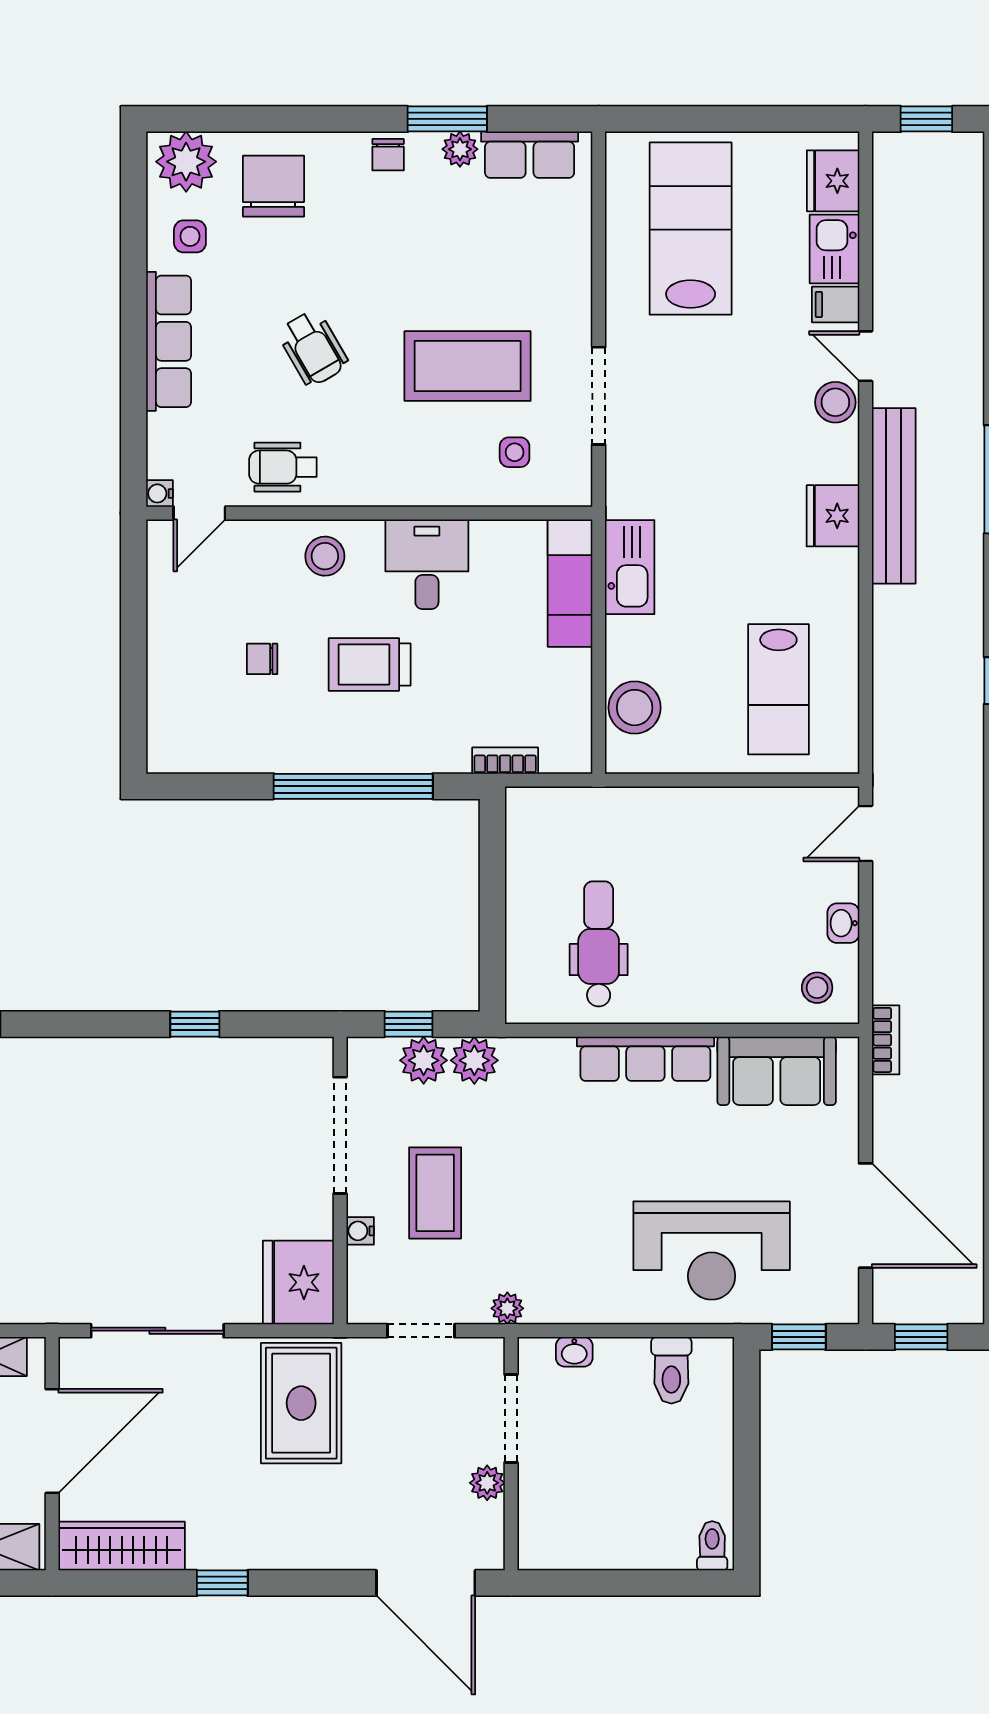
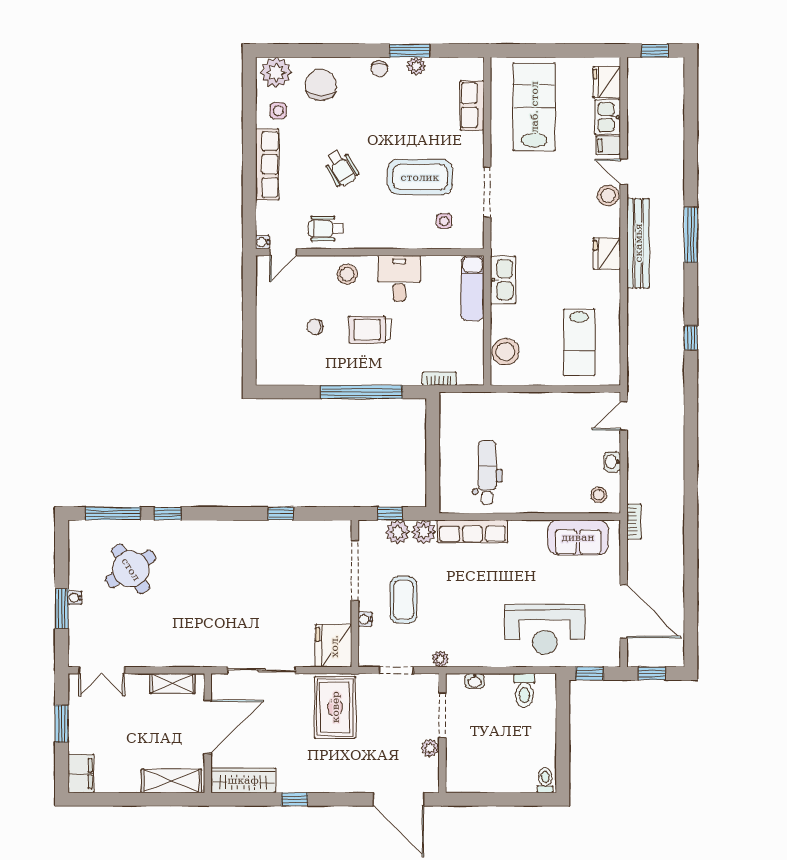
row of seats: (530, 155) -> (472, 105), moved, turned 90
row of seats: (645, 1059) -> (472, 531), moved

